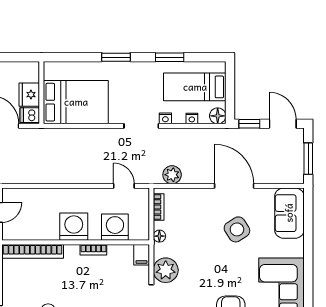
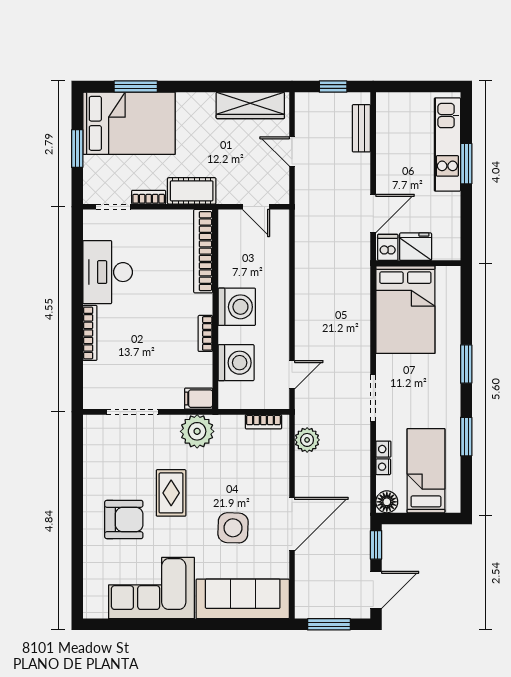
nightstand: (165, 118) -> (383, 449), moved
sofa: (289, 213) -> (243, 599), width x1.36
side table: (237, 229) -> (233, 528), turned 35
floor lamp: (159, 236) -> (224, 423), removed
plant: (166, 270) -> (197, 431), moved
rug: (211, 275) -> (171, 493), added

